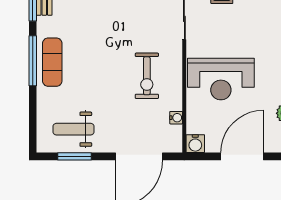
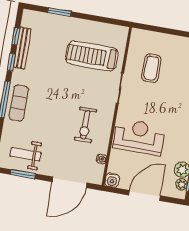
reception desk: (221, 79) -> (139, 137), turned 180

